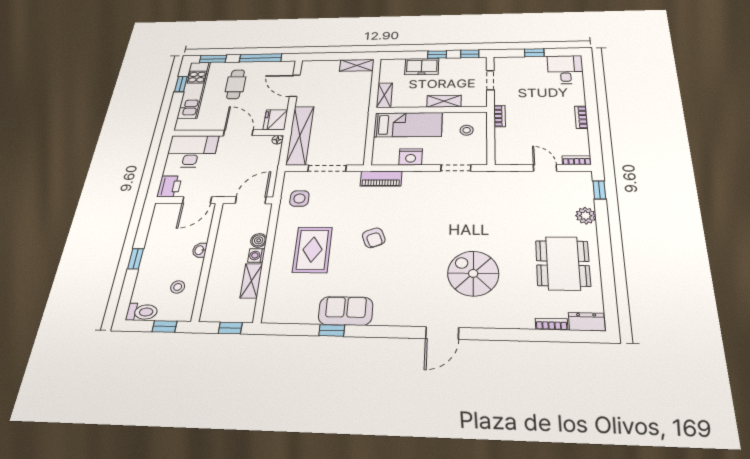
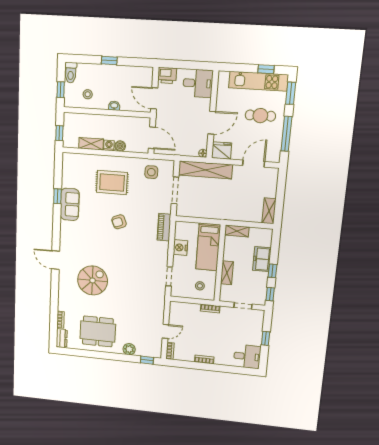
desk: (192, 151) -> (198, 83), width x0.73

